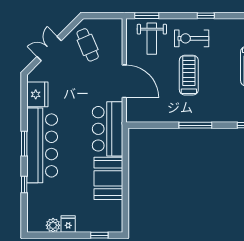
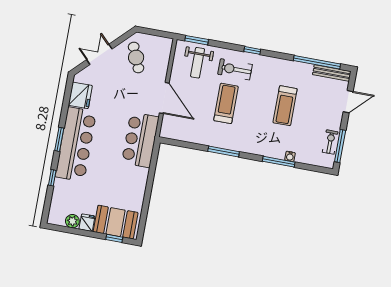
booth: (108, 178) -> (116, 222), moved, turned 90

